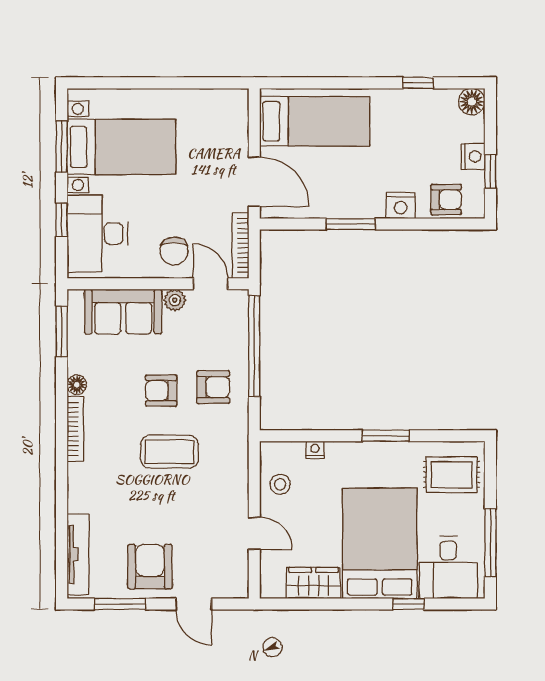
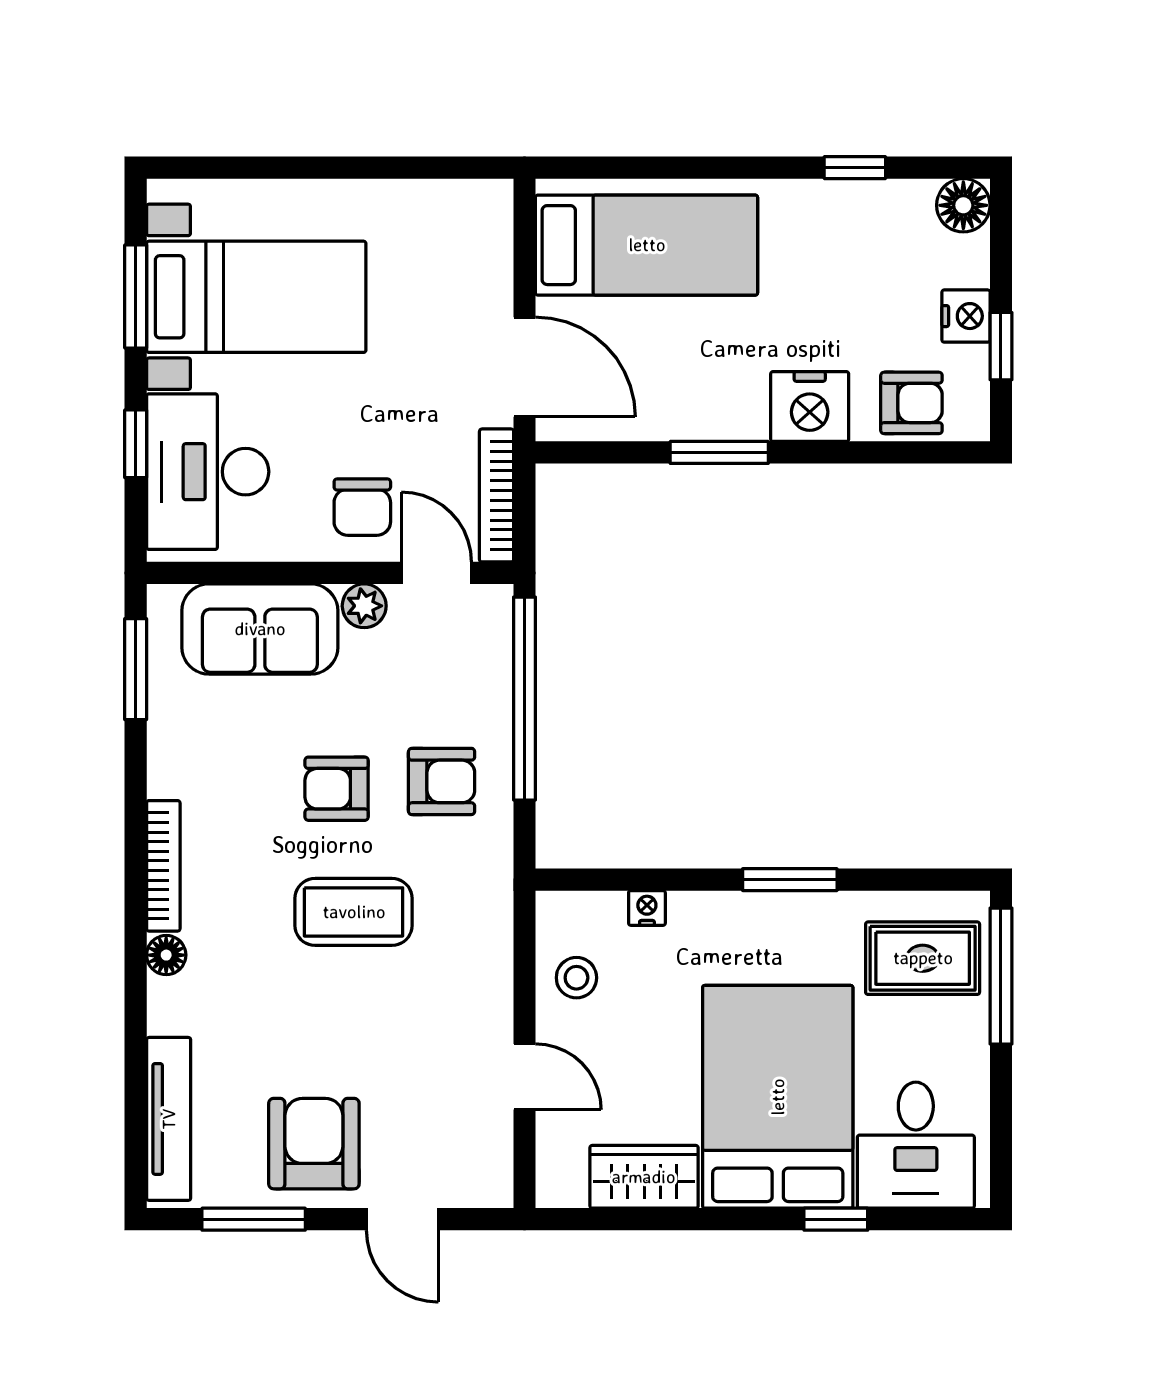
nightstand: (401, 206) -> (810, 407), width x1.36, depth x1.33
floor lamp: (77, 385) -> (166, 955), moved
window: (490, 543) -> (1001, 976), moved

